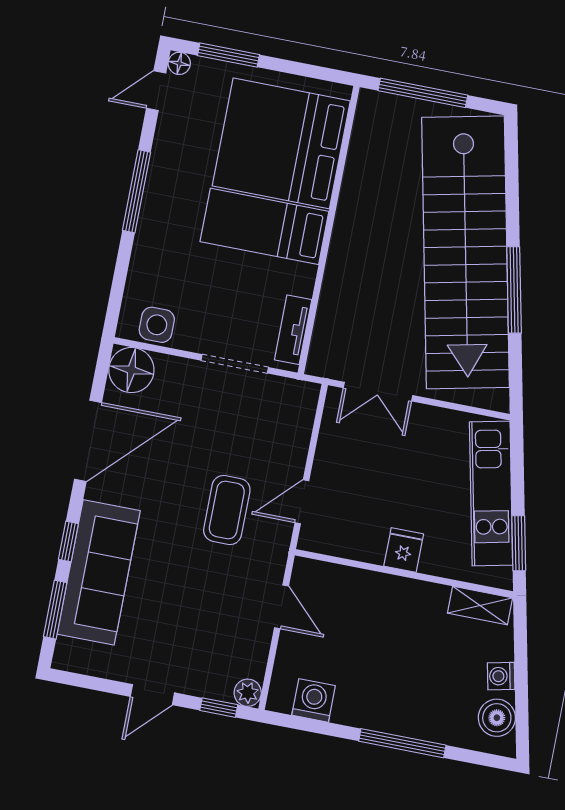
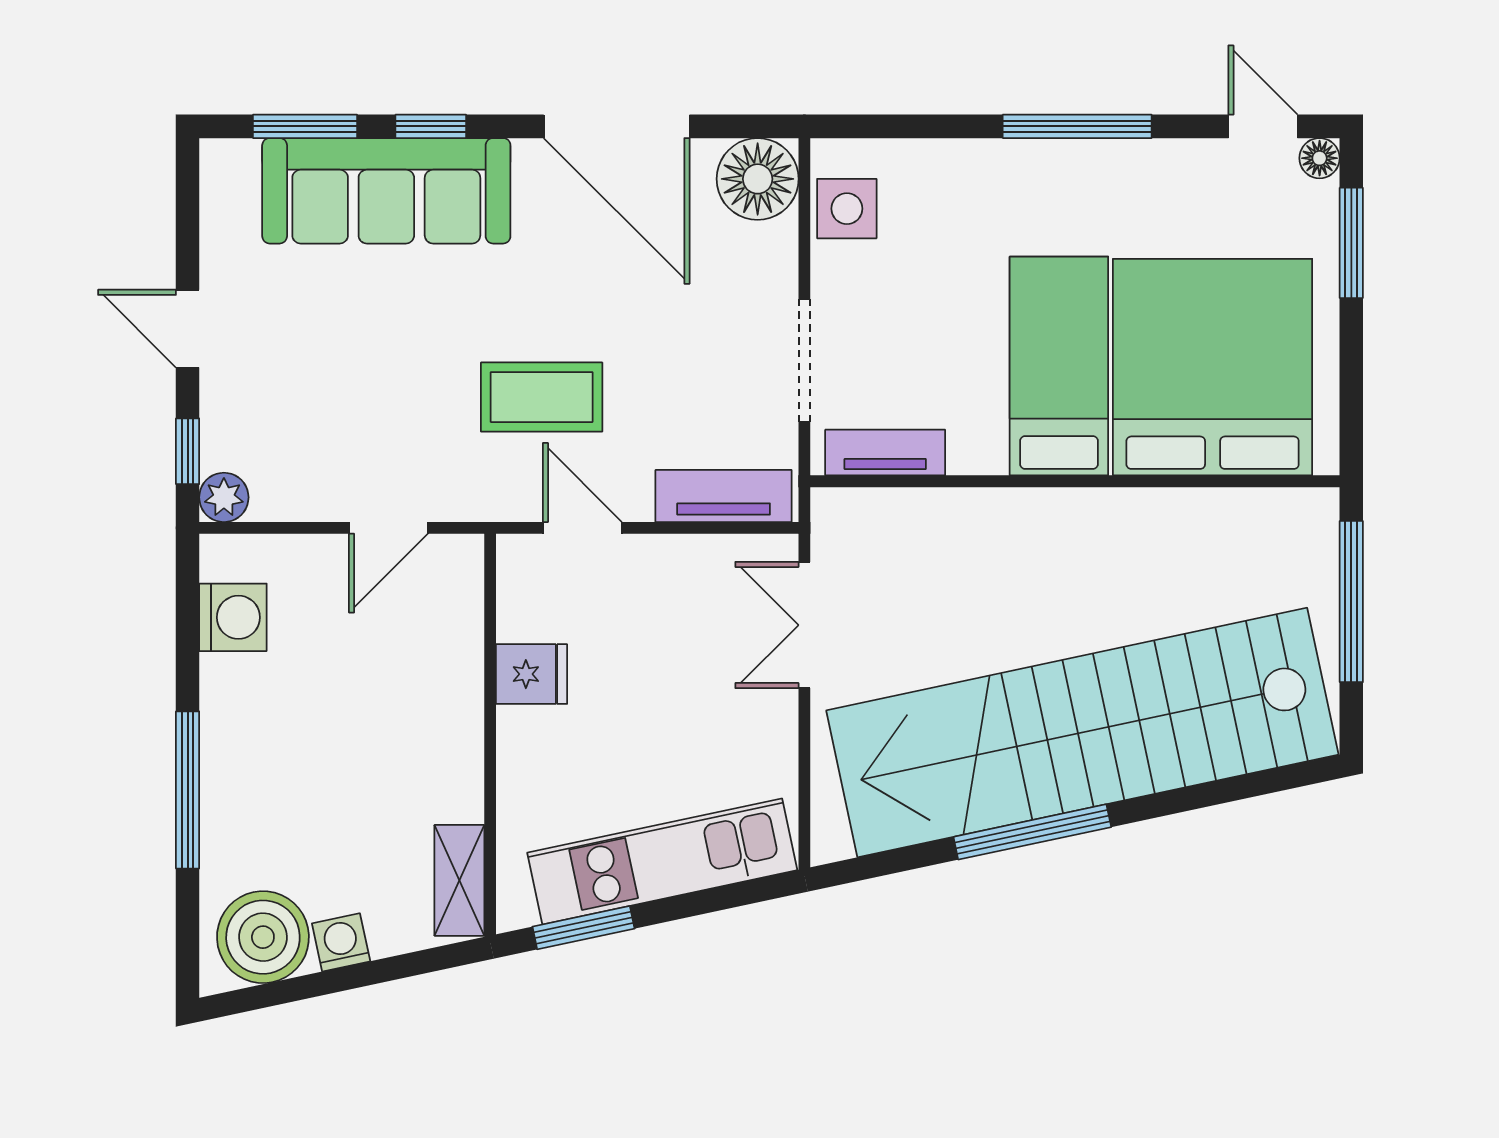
tv unit: (300, 422) -> (724, 496), added
fridge: (404, 550) -> (532, 674), moved
boiler: (497, 718) -> (263, 937), width x1.37, depth x1.37

